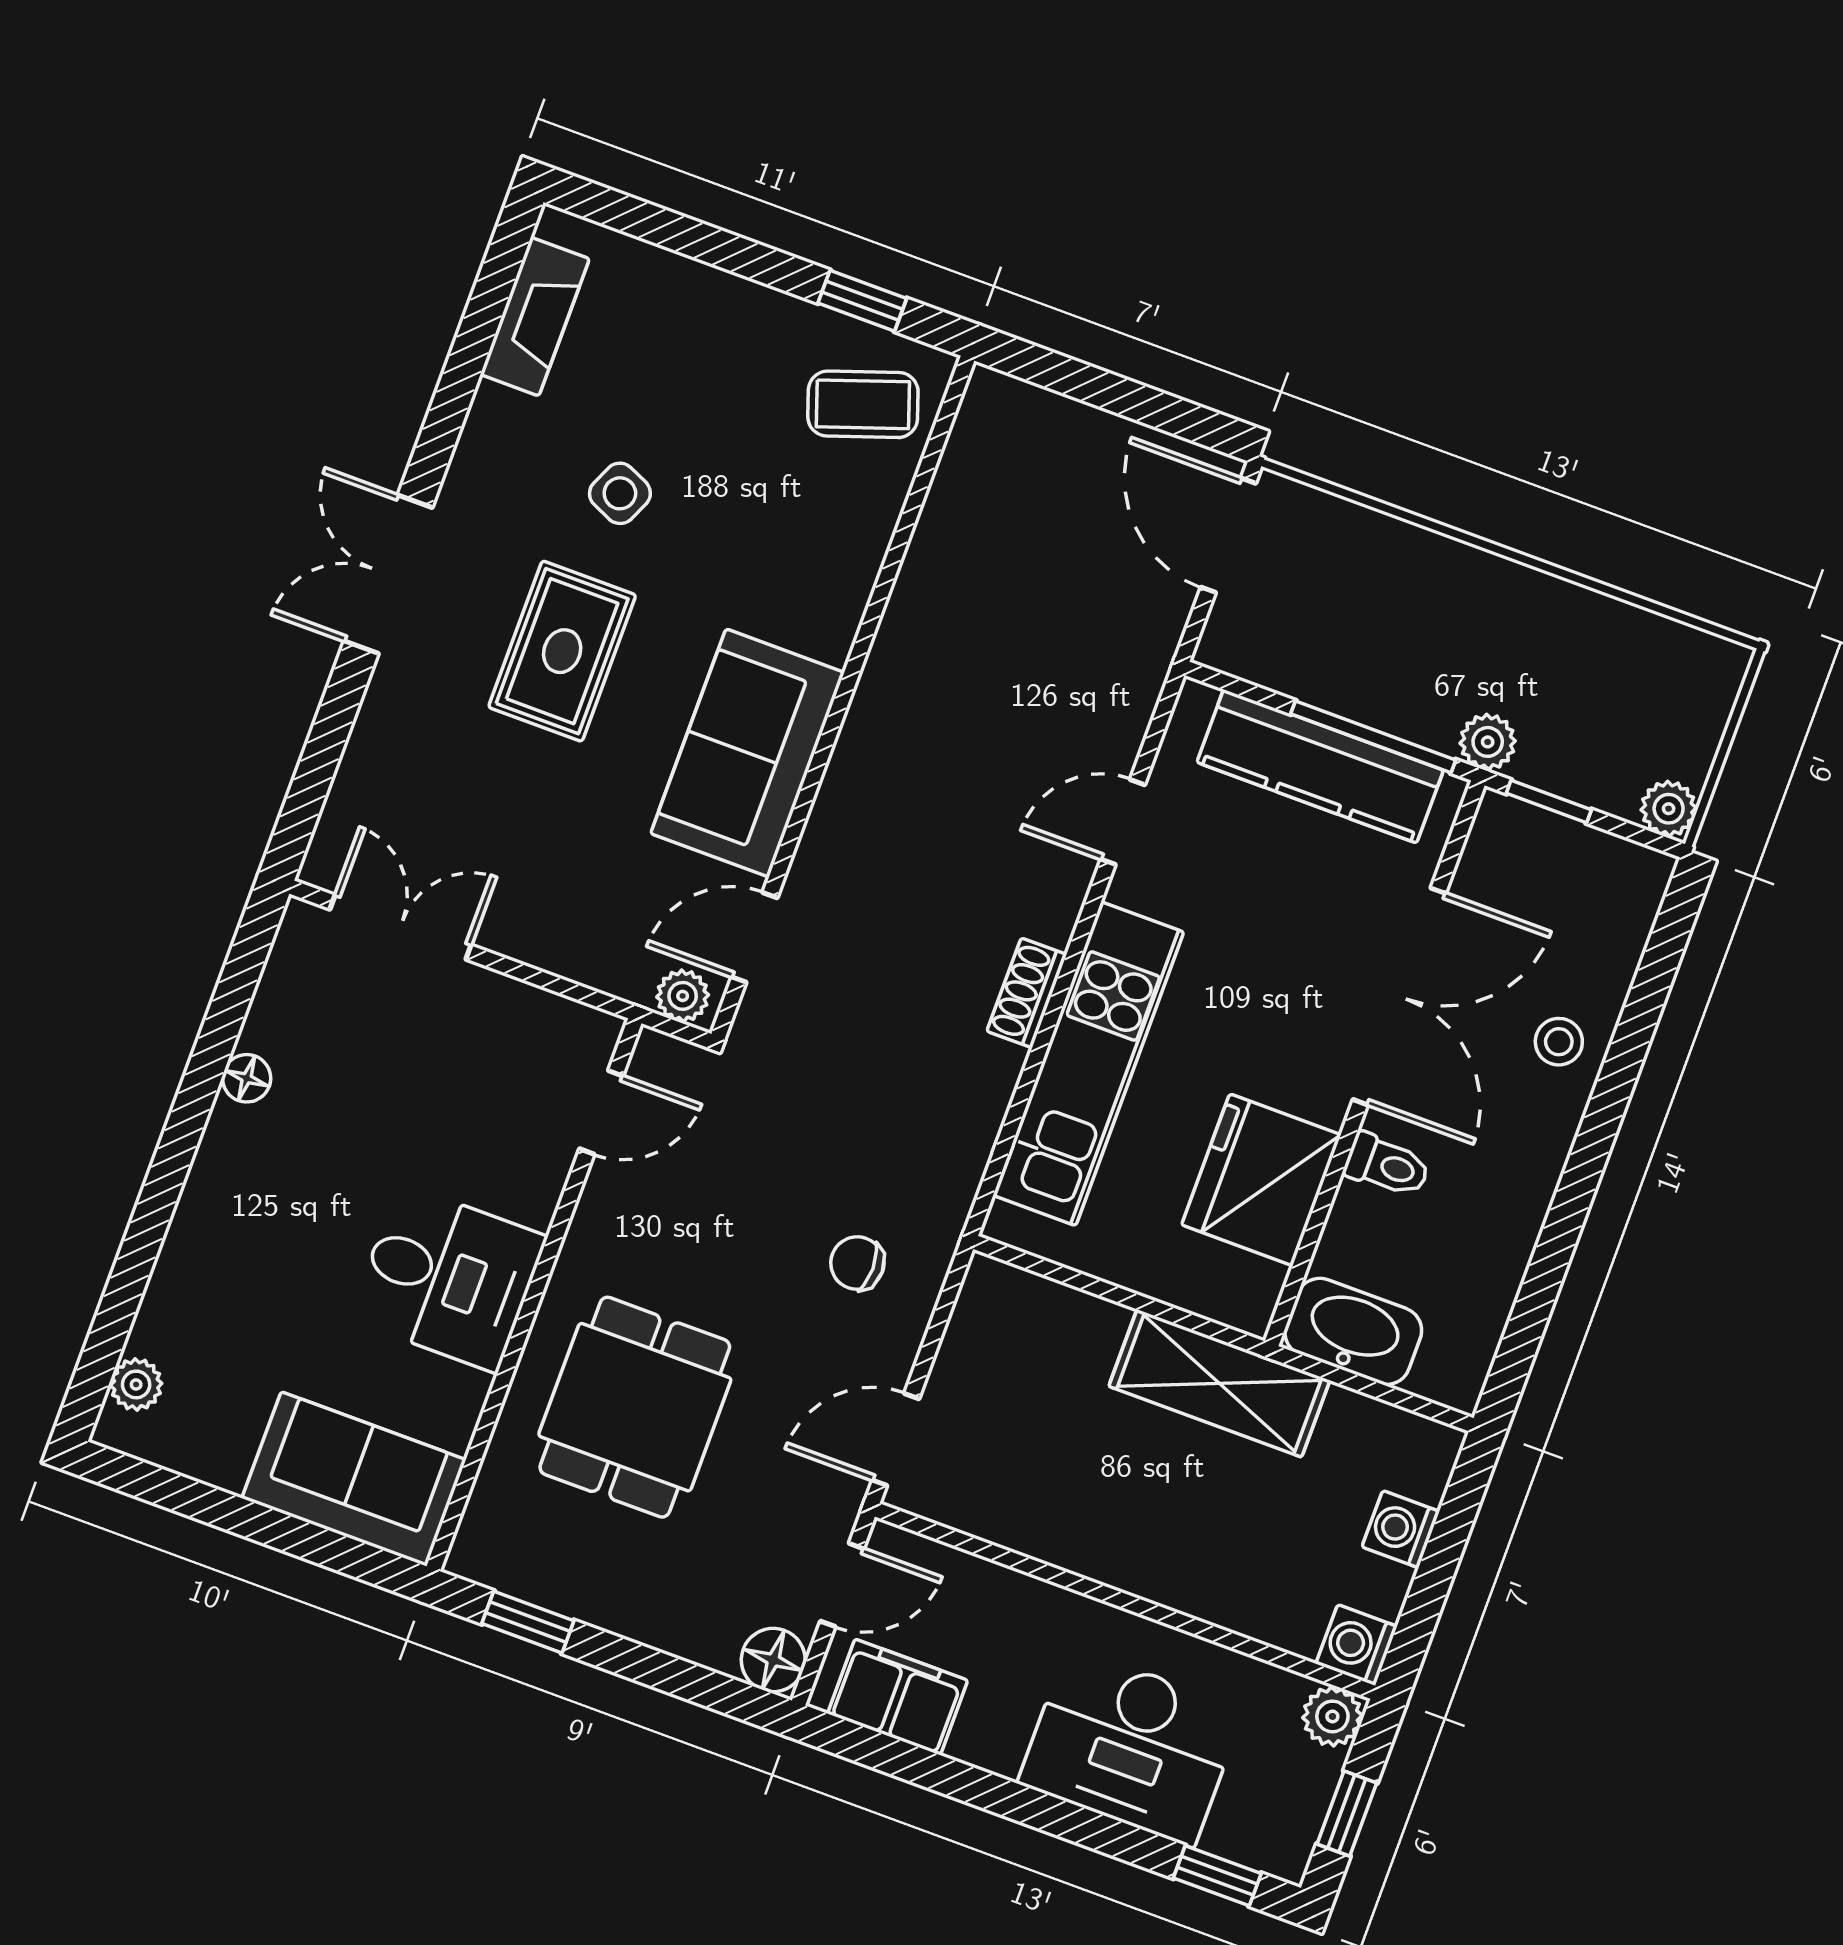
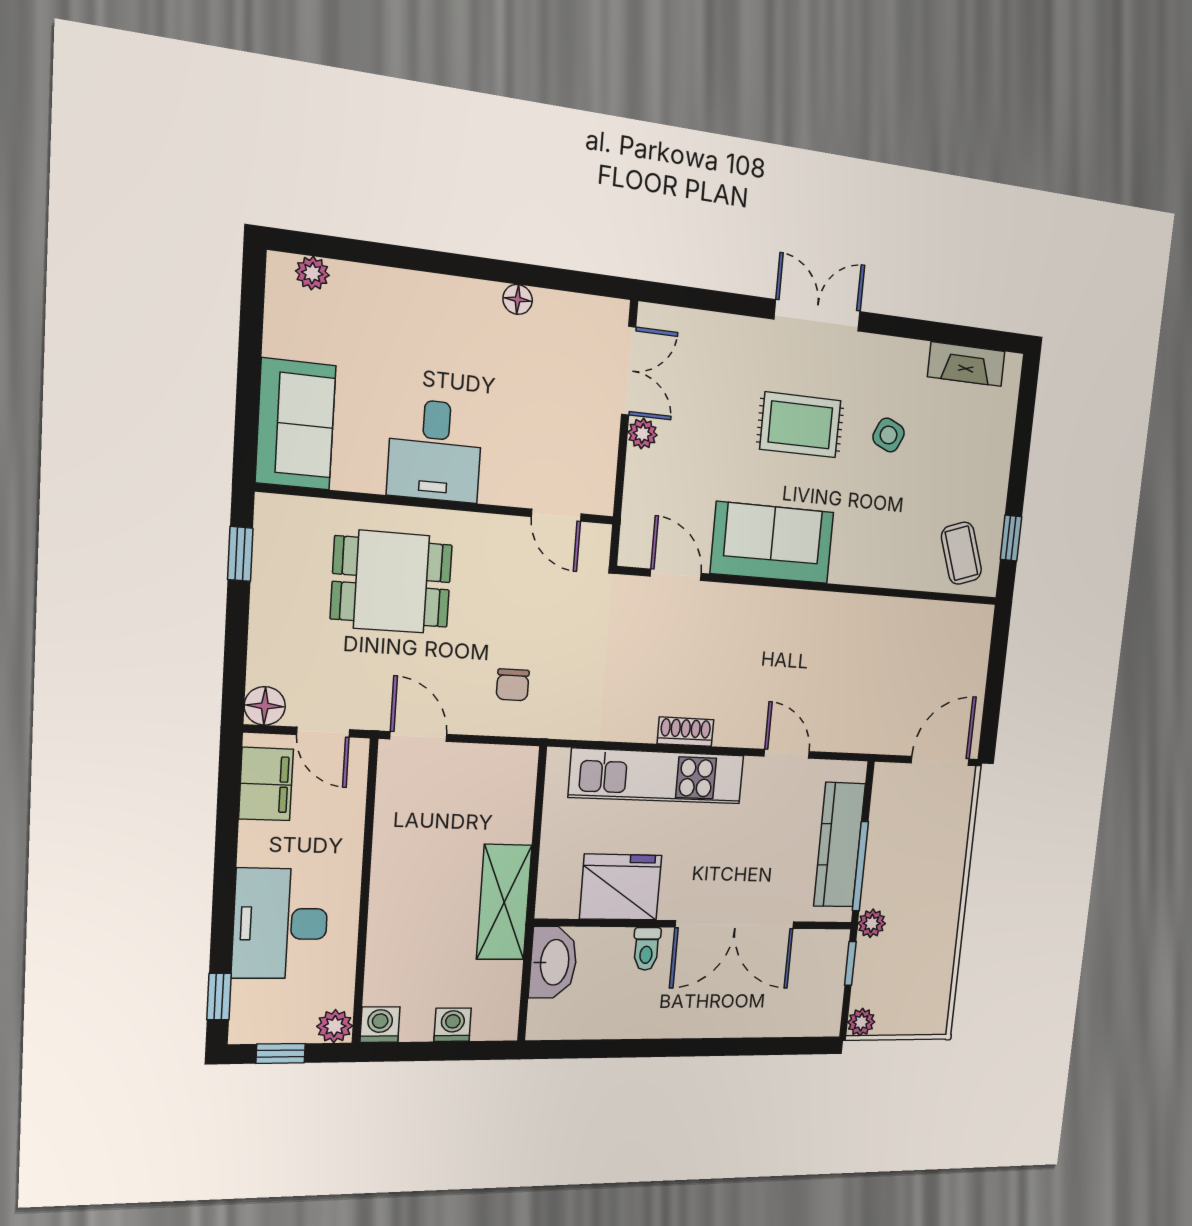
plant: (683, 996) -> (642, 434), moved
stool: (1559, 1042) -> (733, 1012), removed
chair: (857, 1263) -> (513, 685), turned 180

